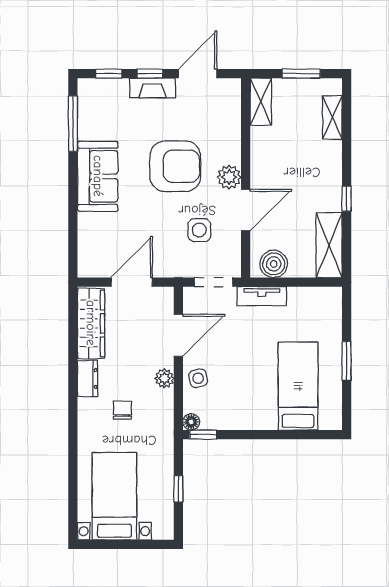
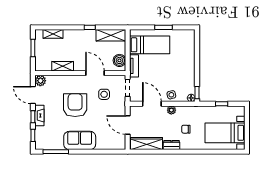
shelving: (261, 102) -> (63, 66), moved
plant: (229, 177) -> (40, 81), moved
bed: (298, 386) -> (150, 45), moved, turned 180

